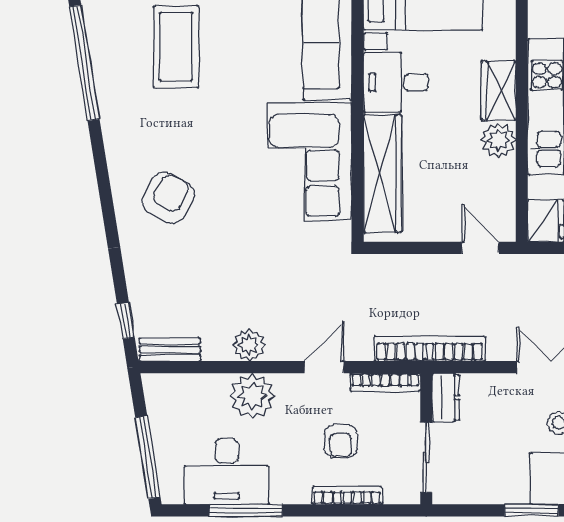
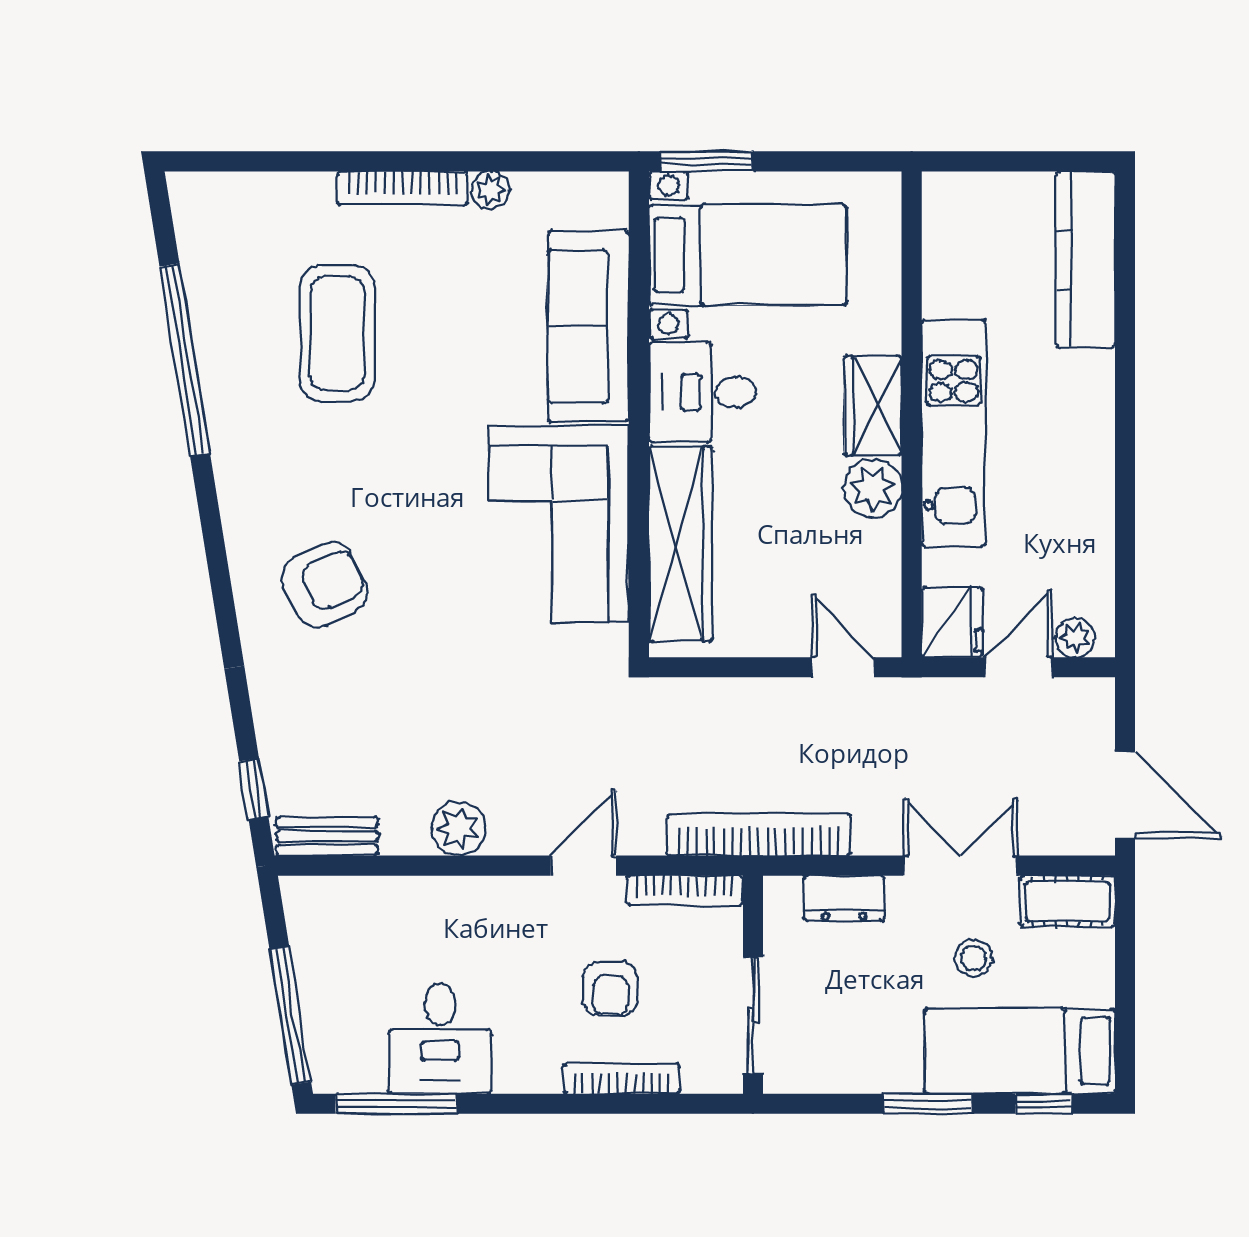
armchair: (168, 198) -> (325, 584), turned 37
plant: (252, 396) -> (464, 913), removed
dresser: (446, 397) -> (844, 898), moved, turned 90
desk: (226, 471) -> (440, 1039), width x0.73
window: (246, 510) -> (396, 1104), moved

